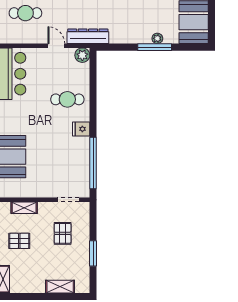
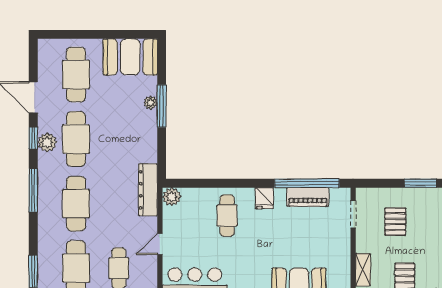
door: (56, 46) -> (160, 244), moved
piano: (82, 164) -> (308, 197), added
pallet: (63, 233) -> (395, 222), turned 90

